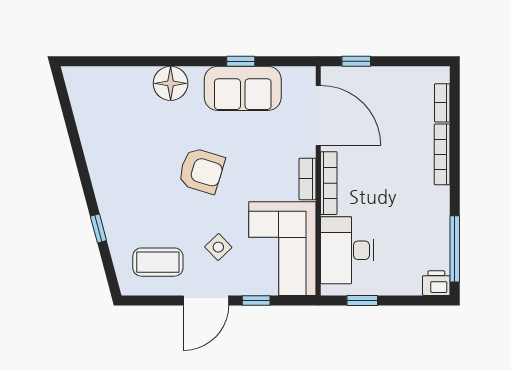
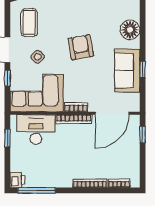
armchair: (201, 171) -> (81, 47), turned 153

